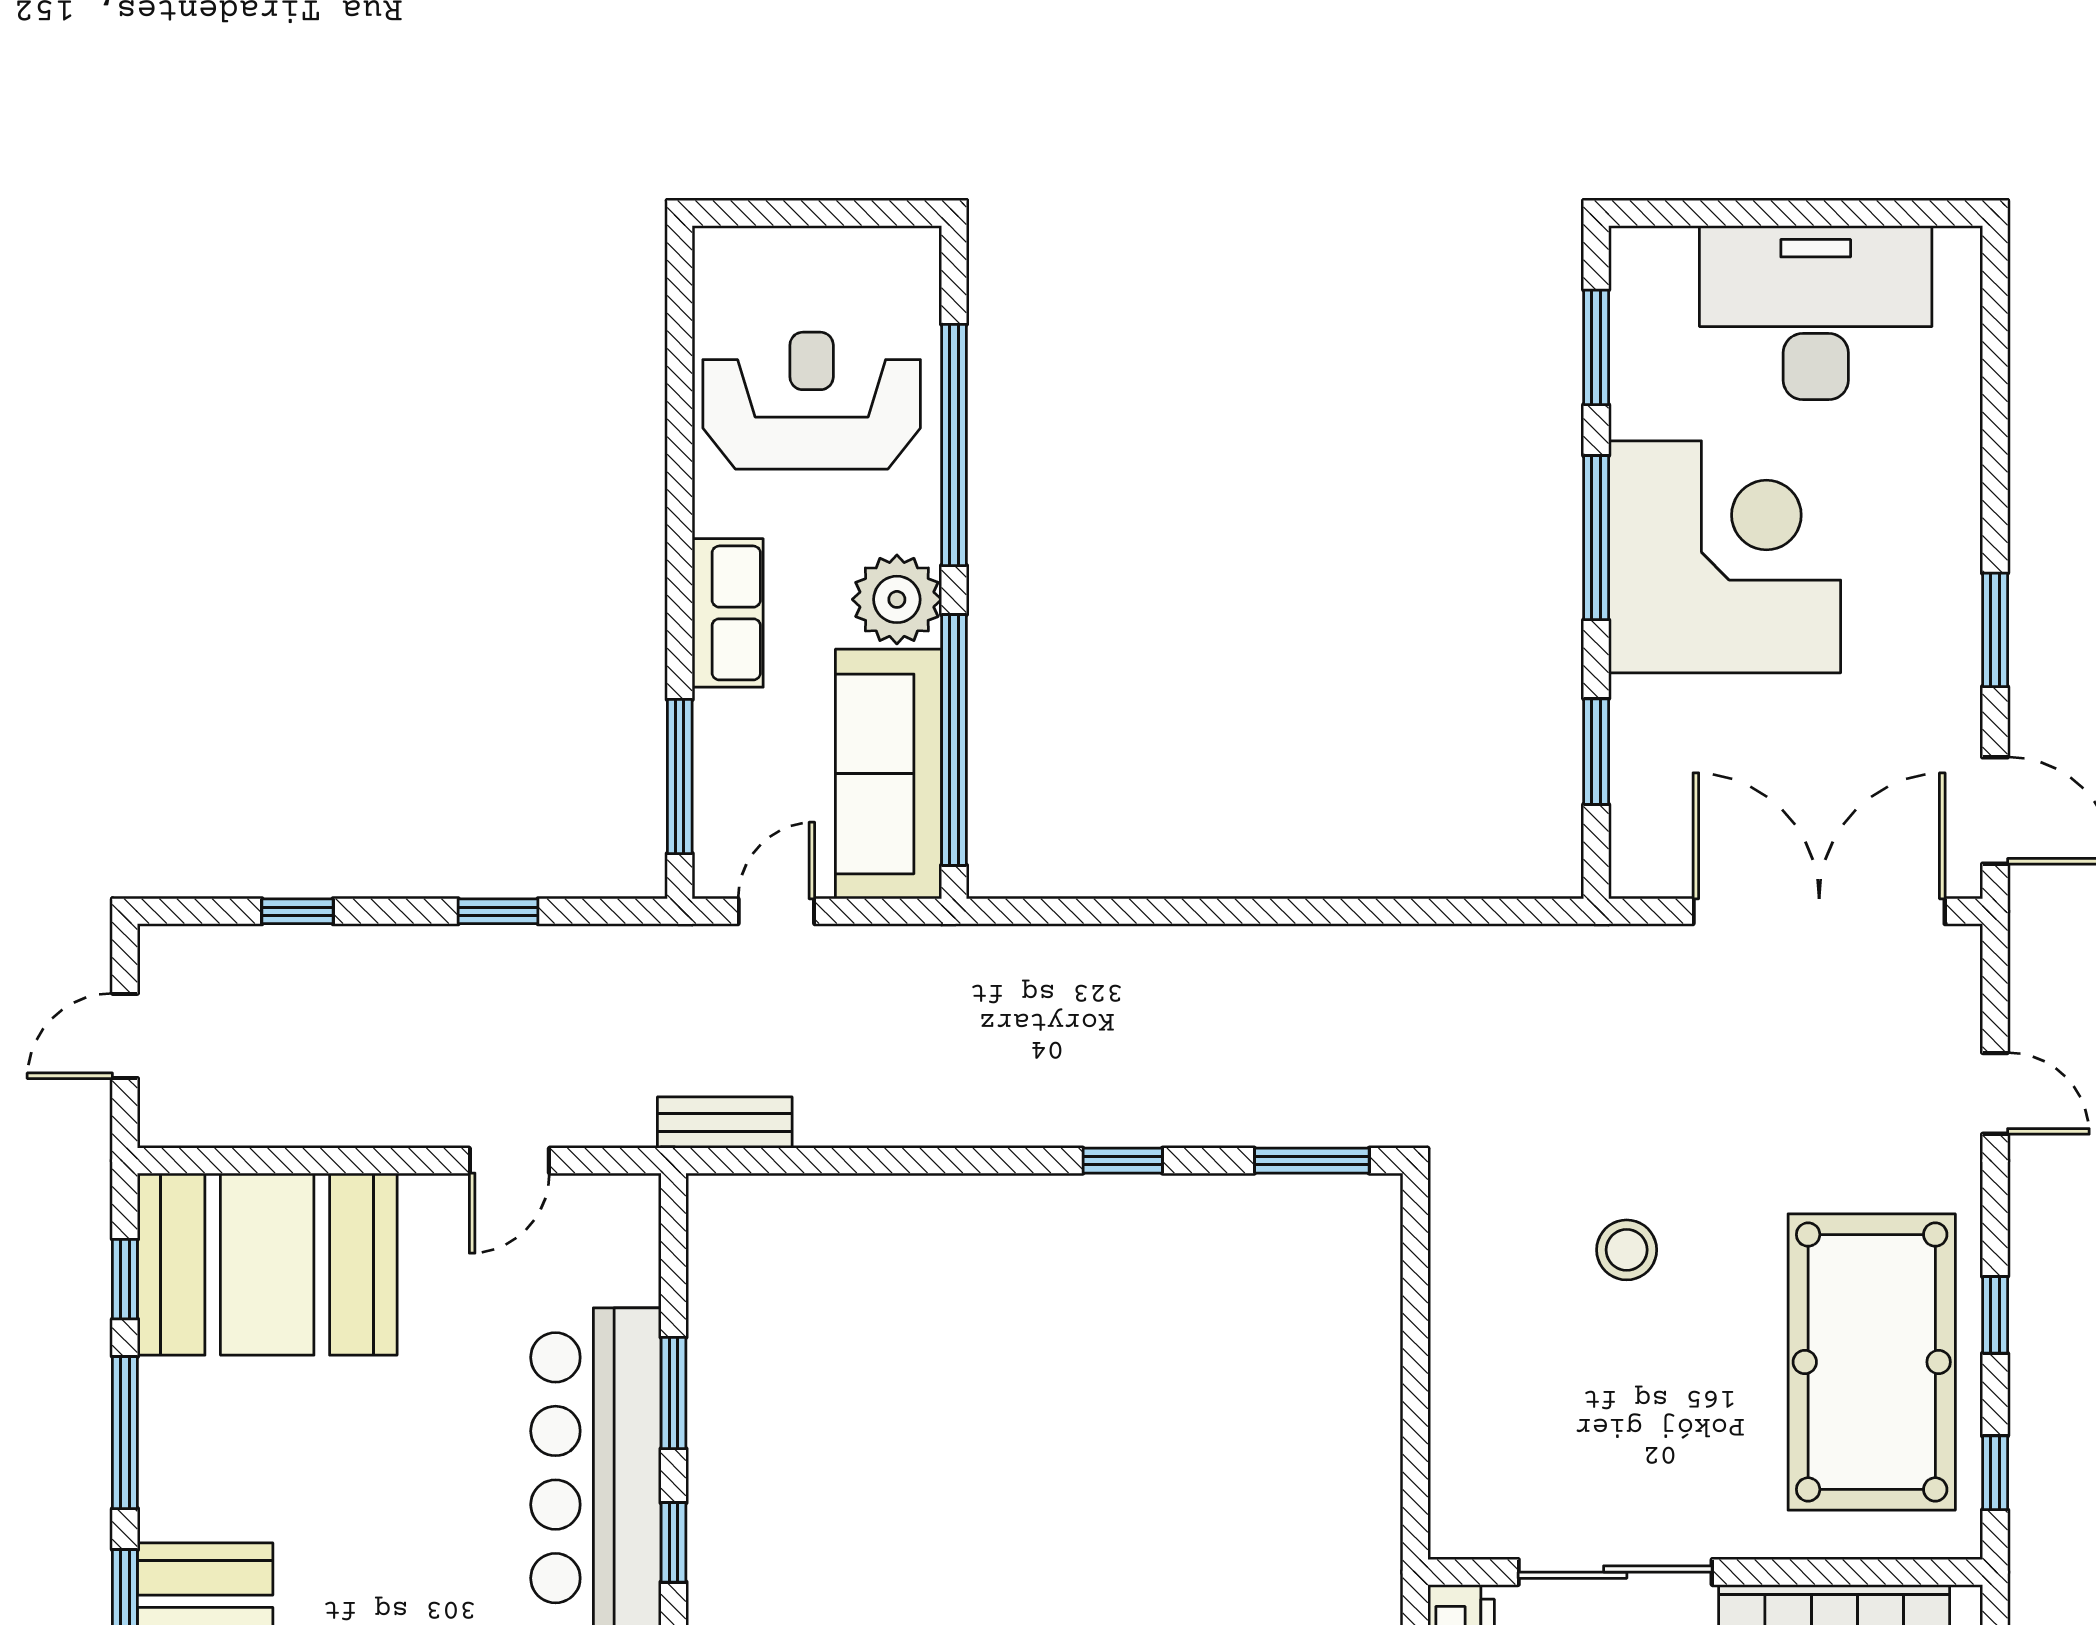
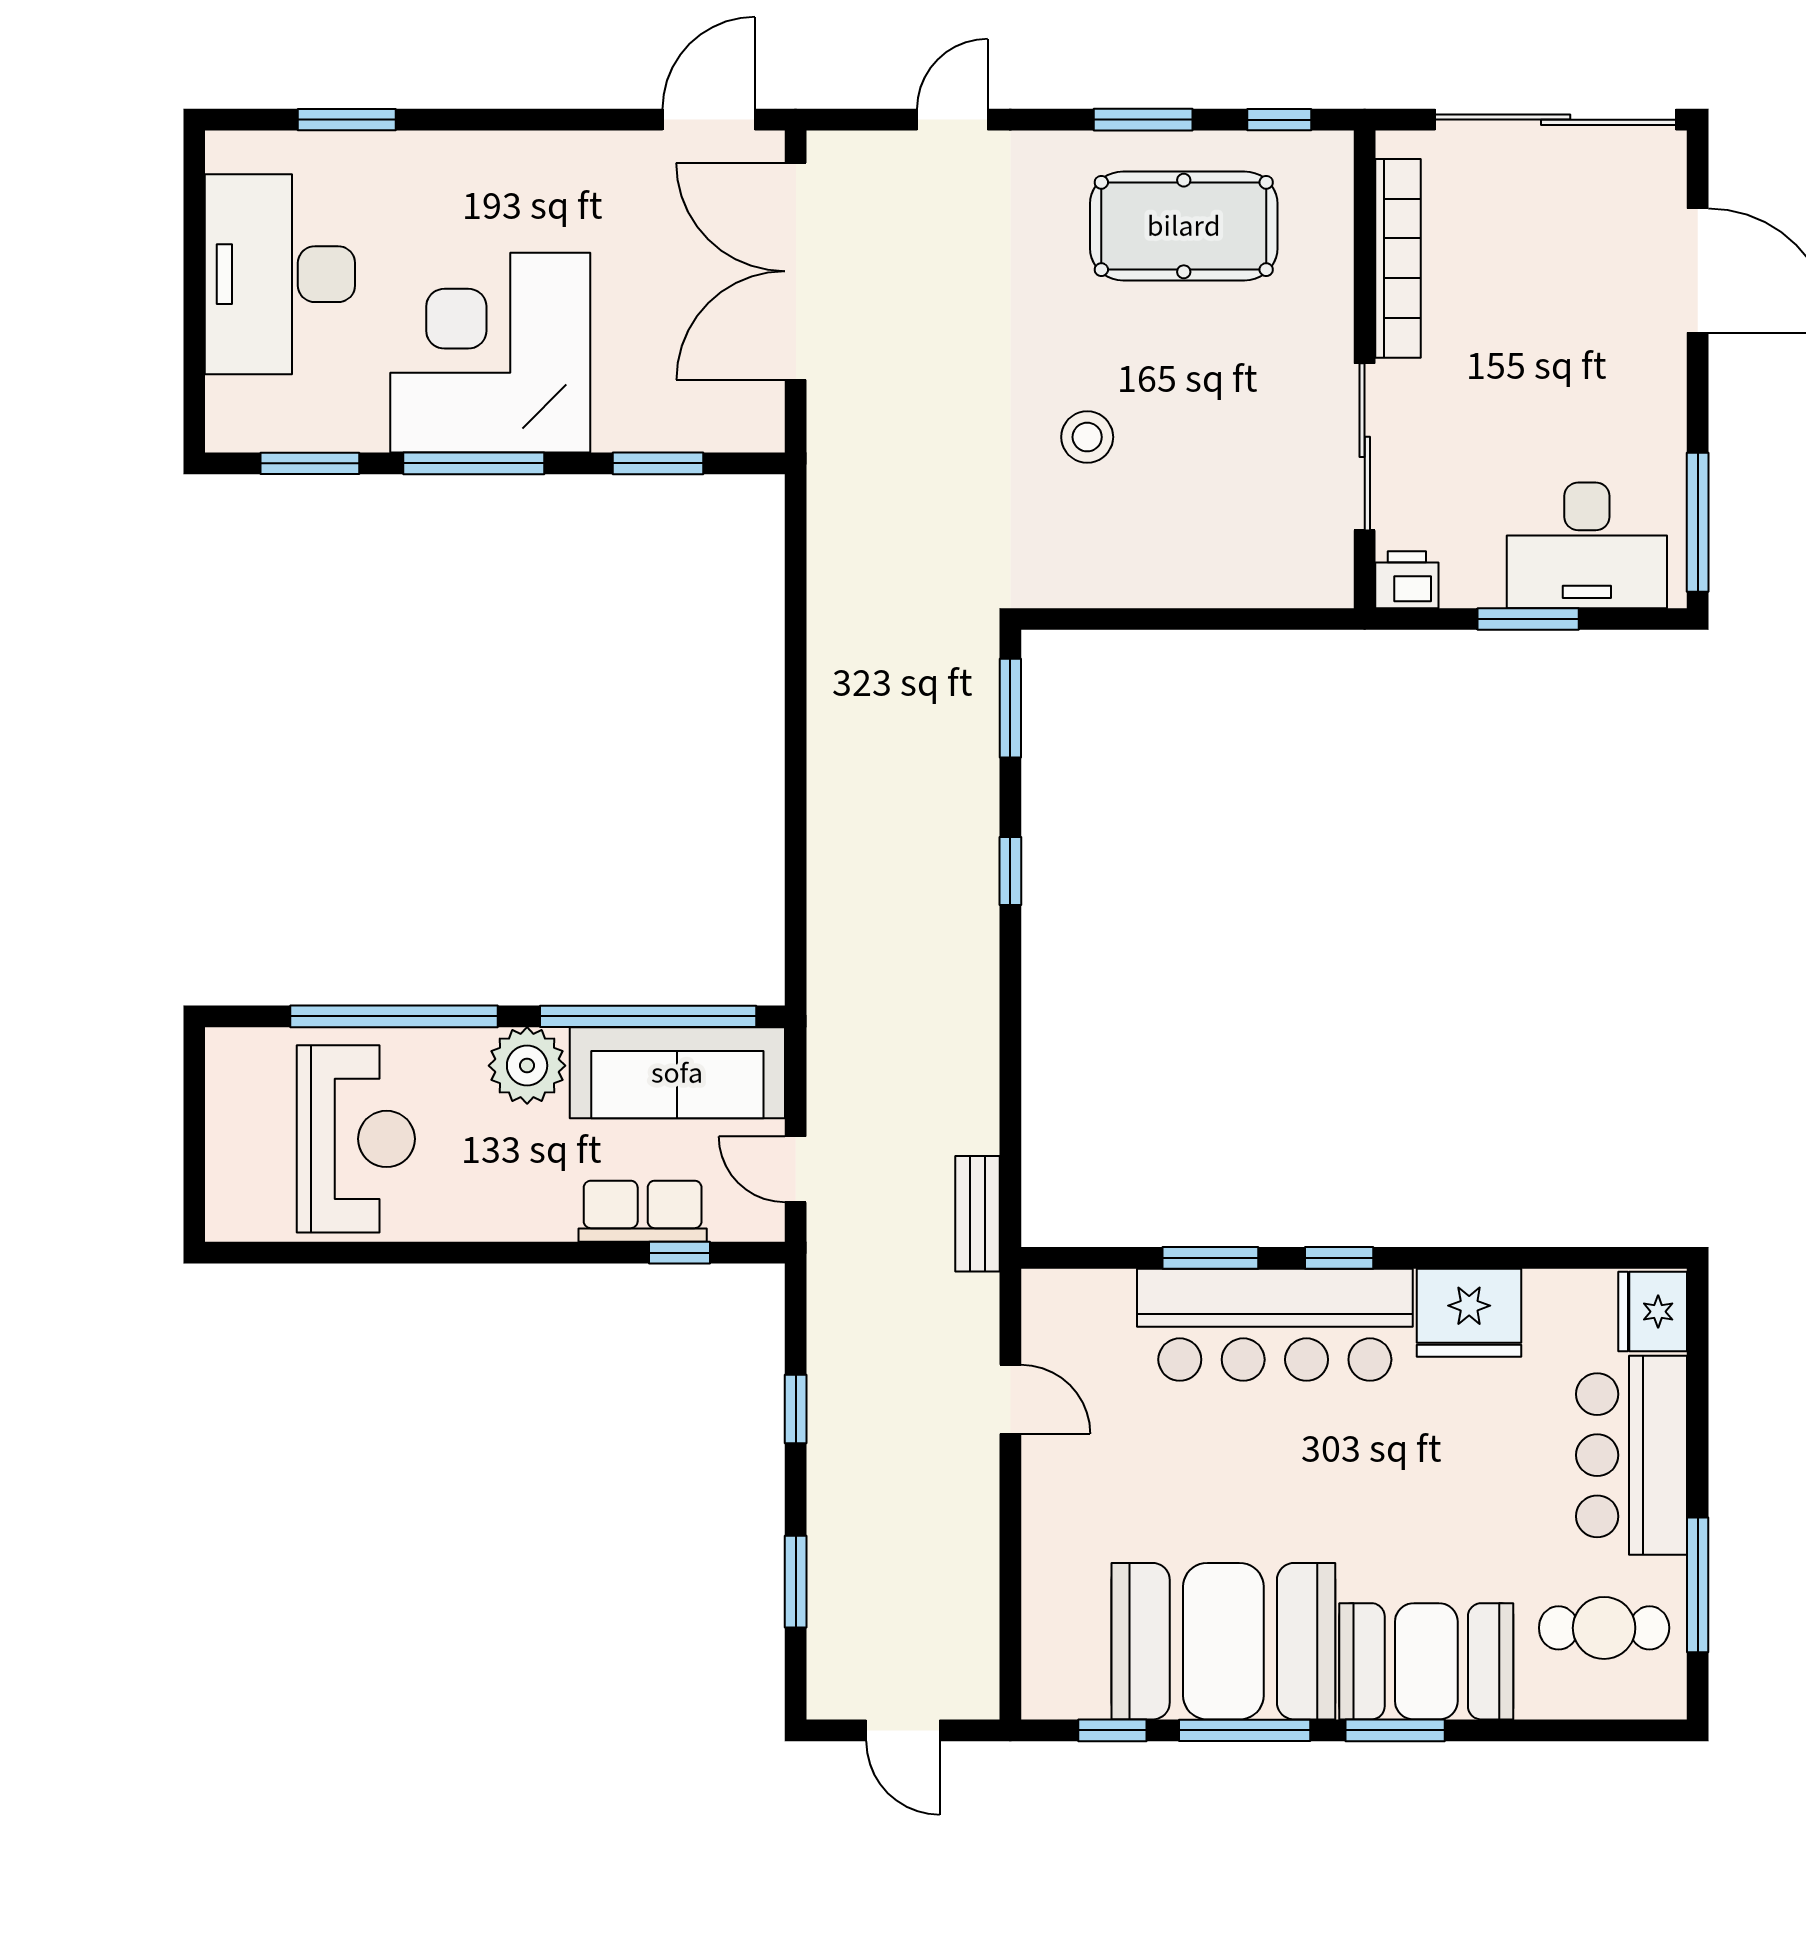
reception desk: (812, 401) -> (356, 1139), turned 180
row of seats: (728, 613) -> (643, 1211), moved
window: (1995, 630) -> (347, 120), moved
window: (680, 776) -> (679, 1253), width x0.46
window: (298, 911) -> (796, 1582), width x1.50
booth: (267, 1264) -> (1223, 1641), moved, turned 90
window: (1995, 1315) -> (1143, 120), width x1.50
pool table: (1872, 1362) -> (1184, 226), width x0.73, depth x0.76

